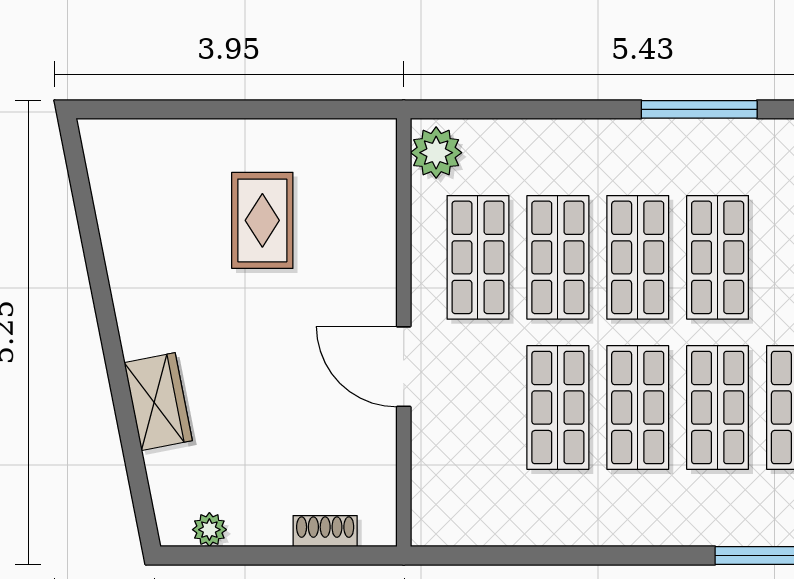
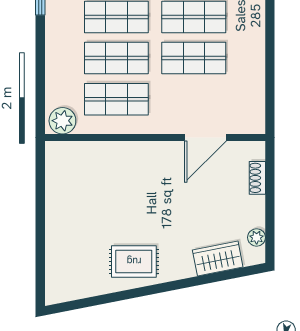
rug: (262, 220) -> (134, 261), moved
door: (404, 367) -> (205, 137), moved
wardrobe: (158, 402) -> (218, 259), moved

